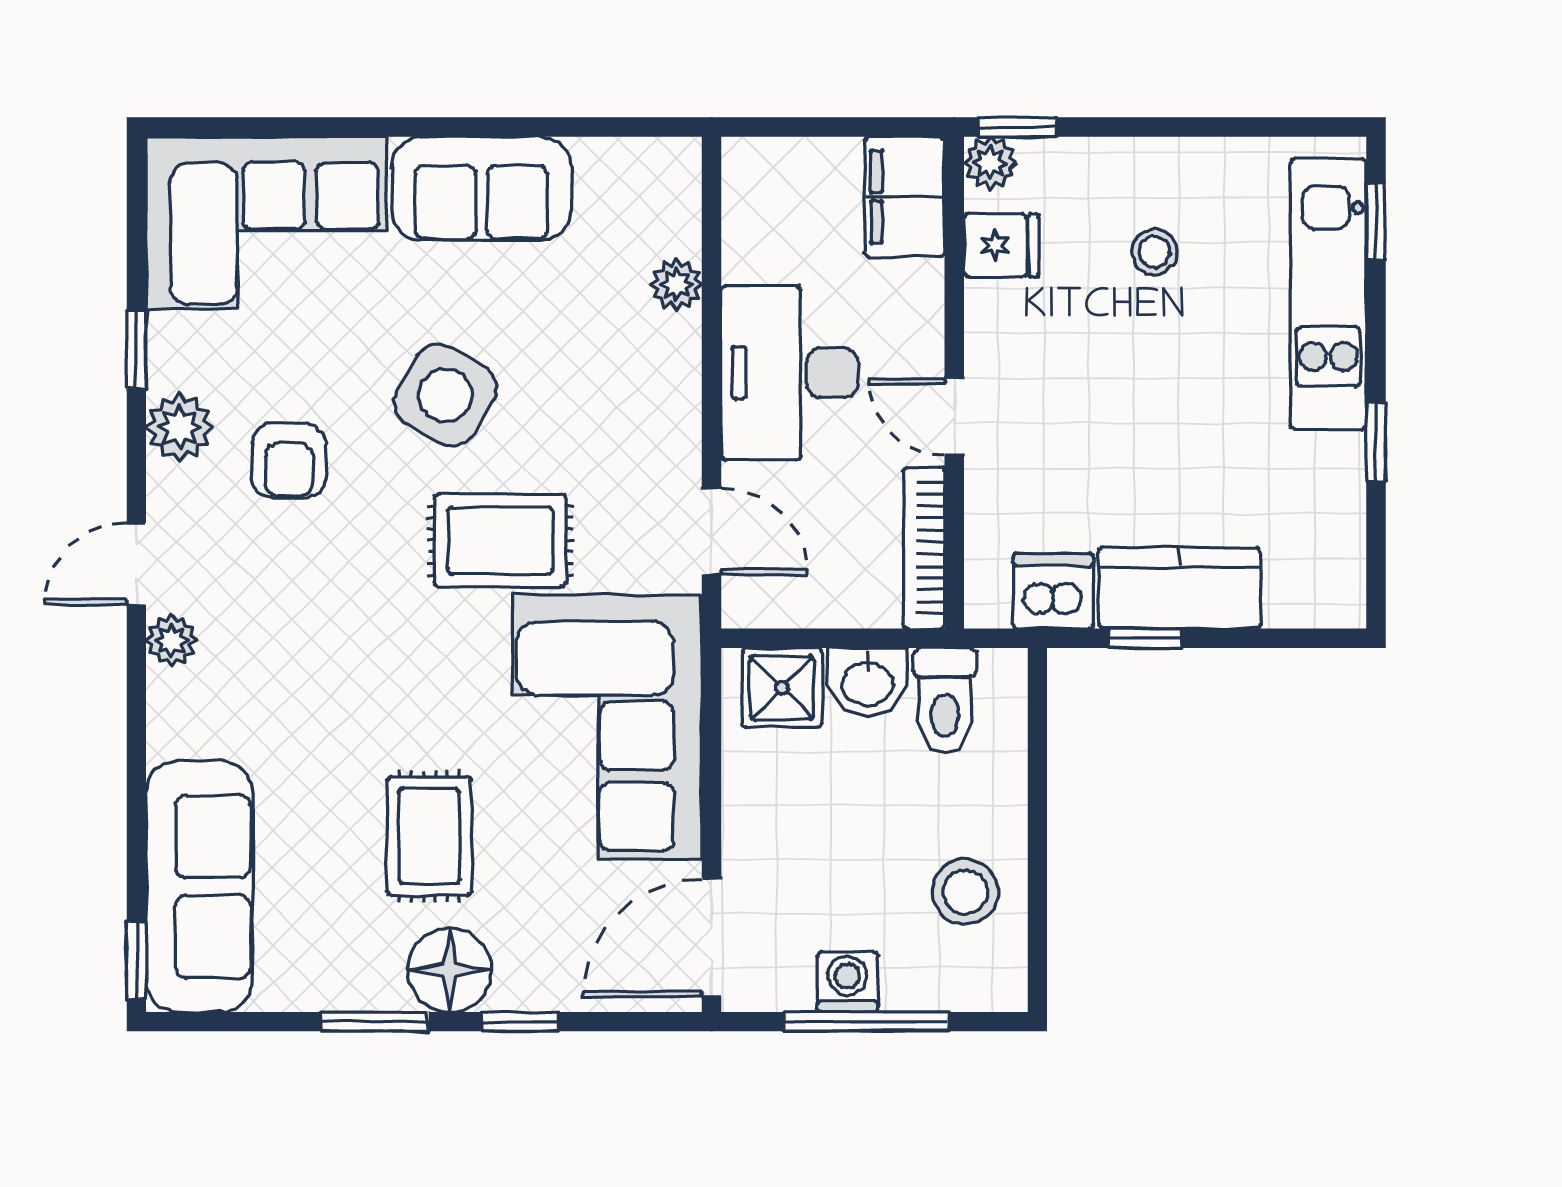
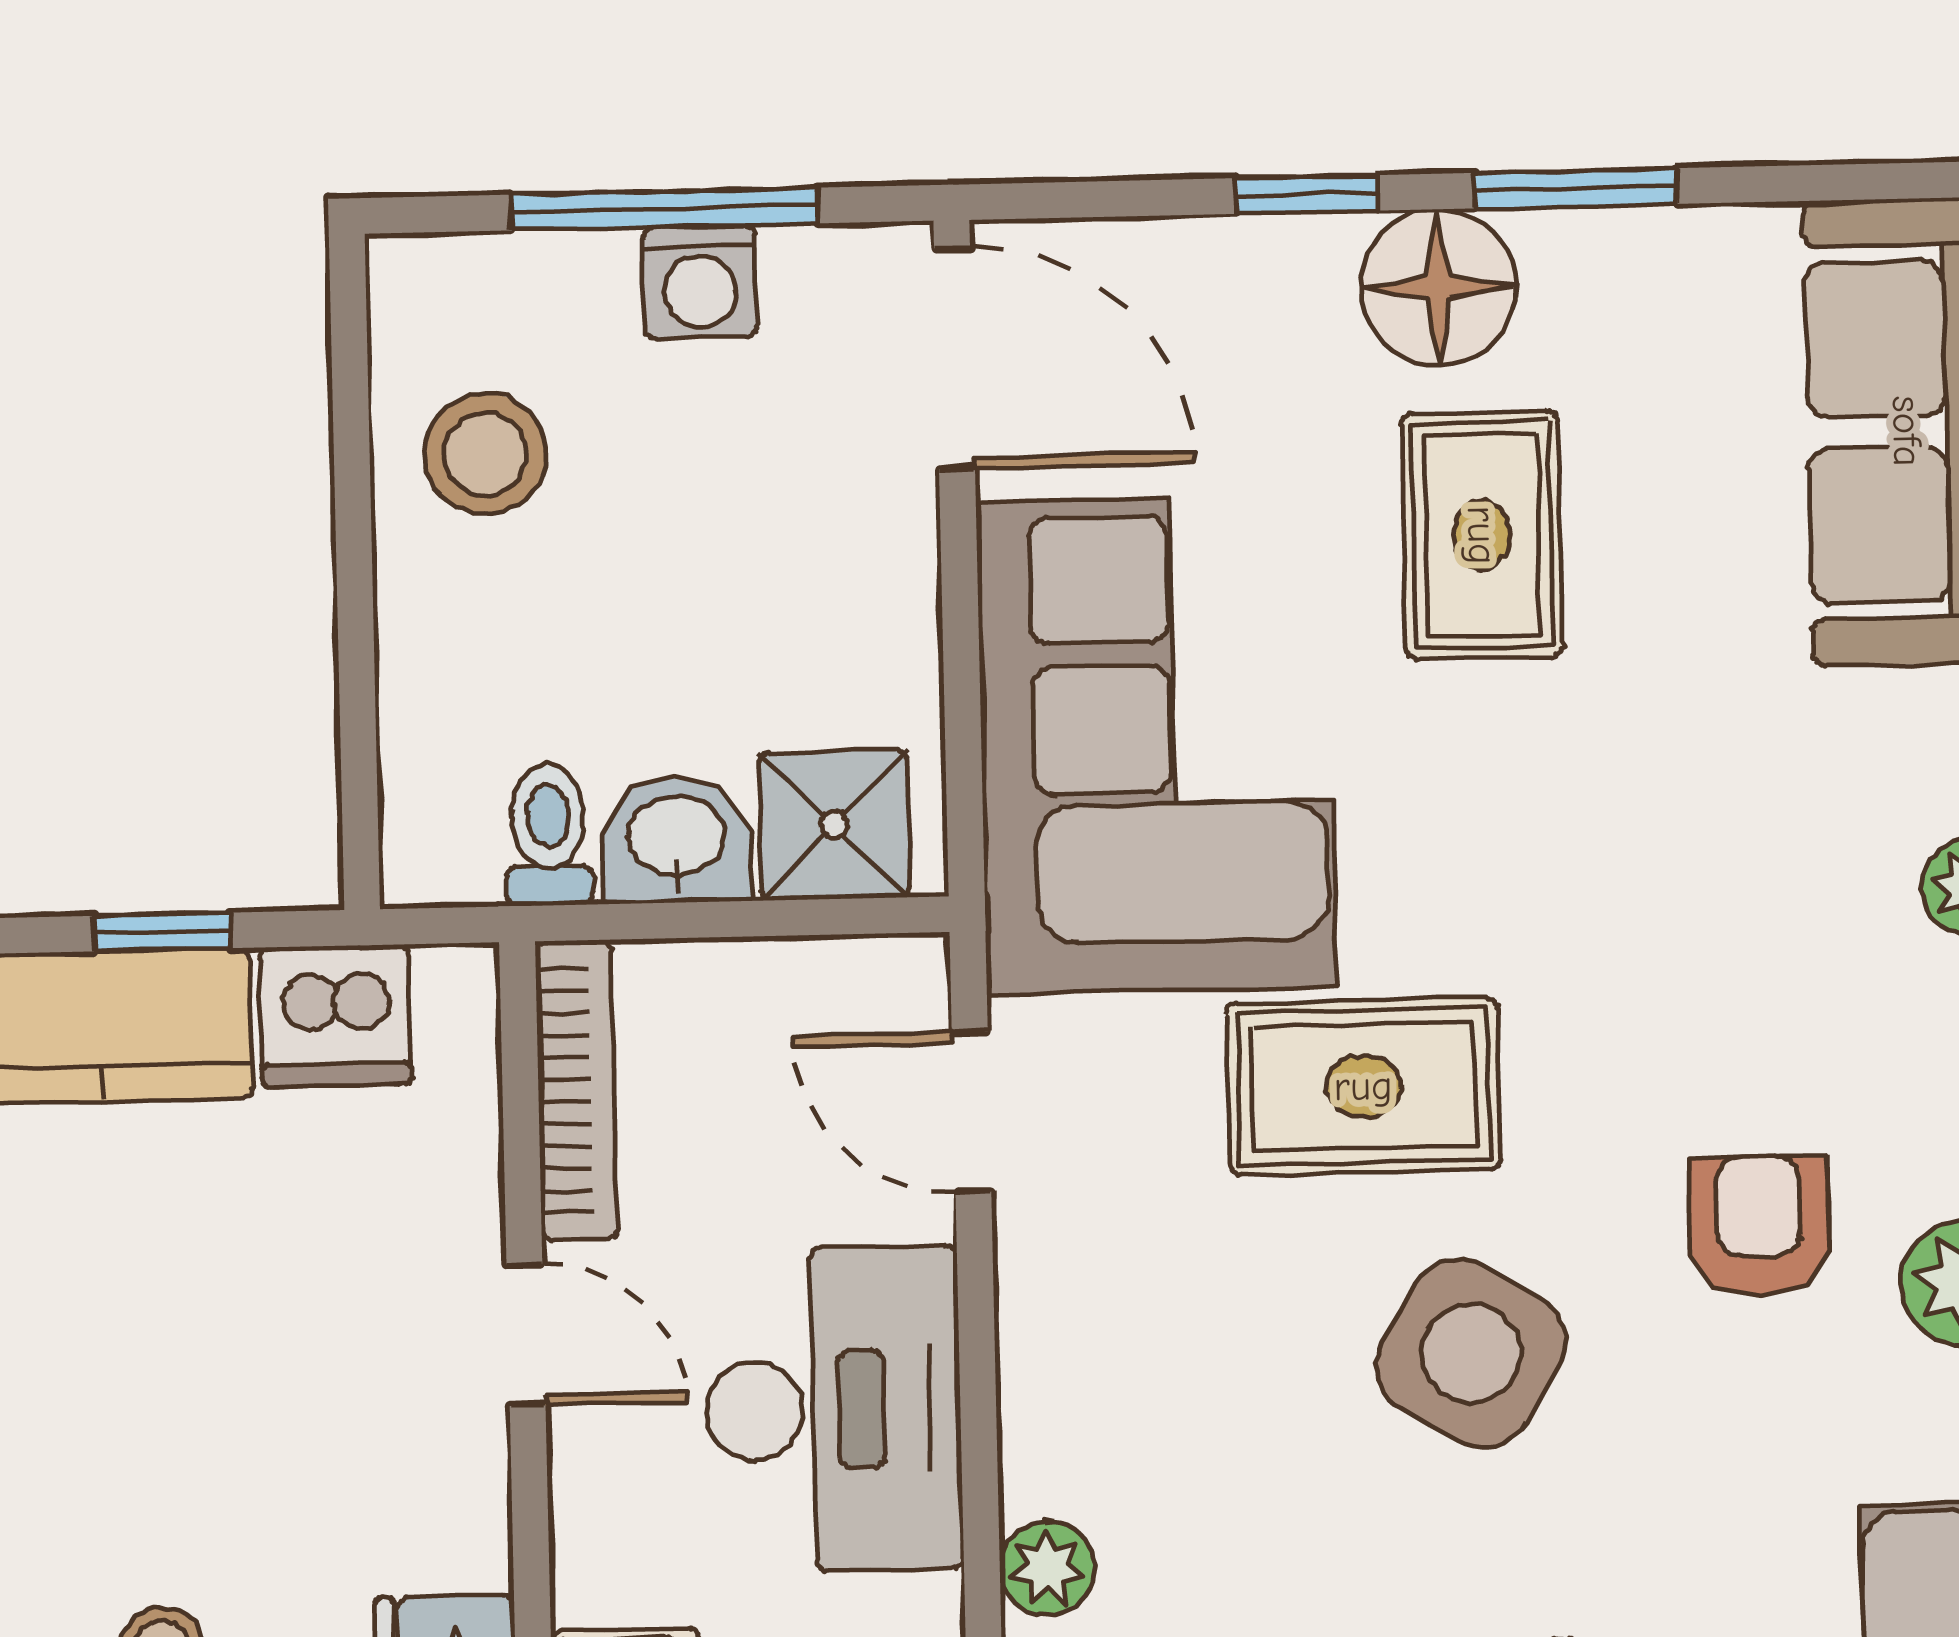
toilet: (945, 701) -> (548, 835), width x0.73, depth x0.72
door: (711, 938) -> (954, 358), hinge flipped

